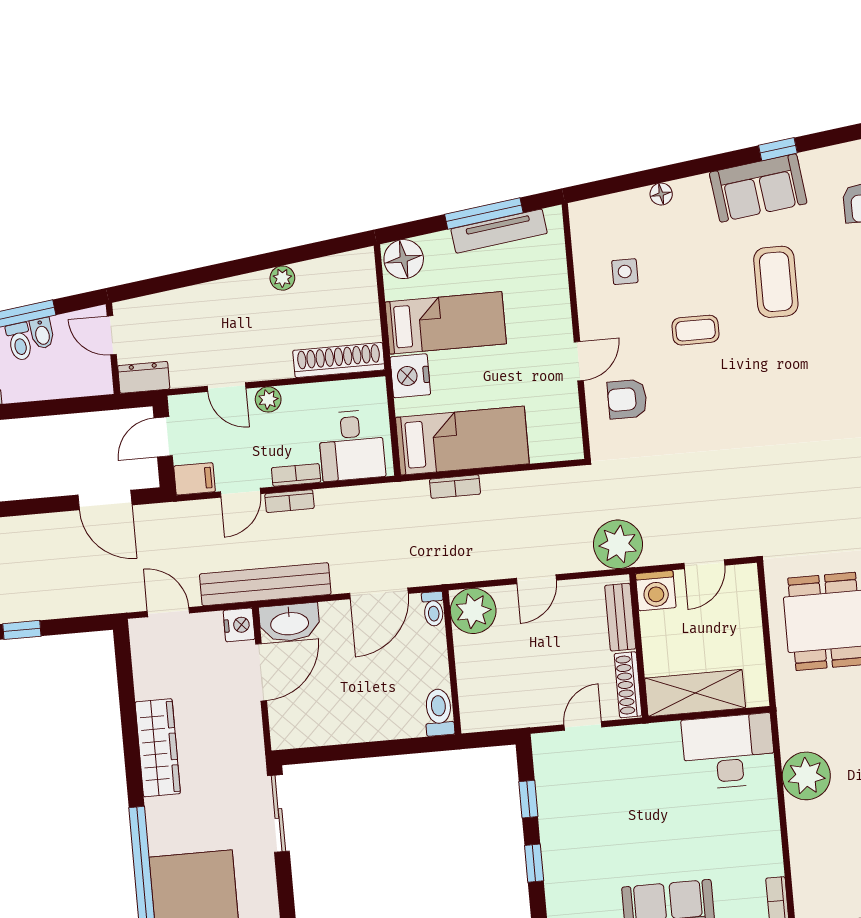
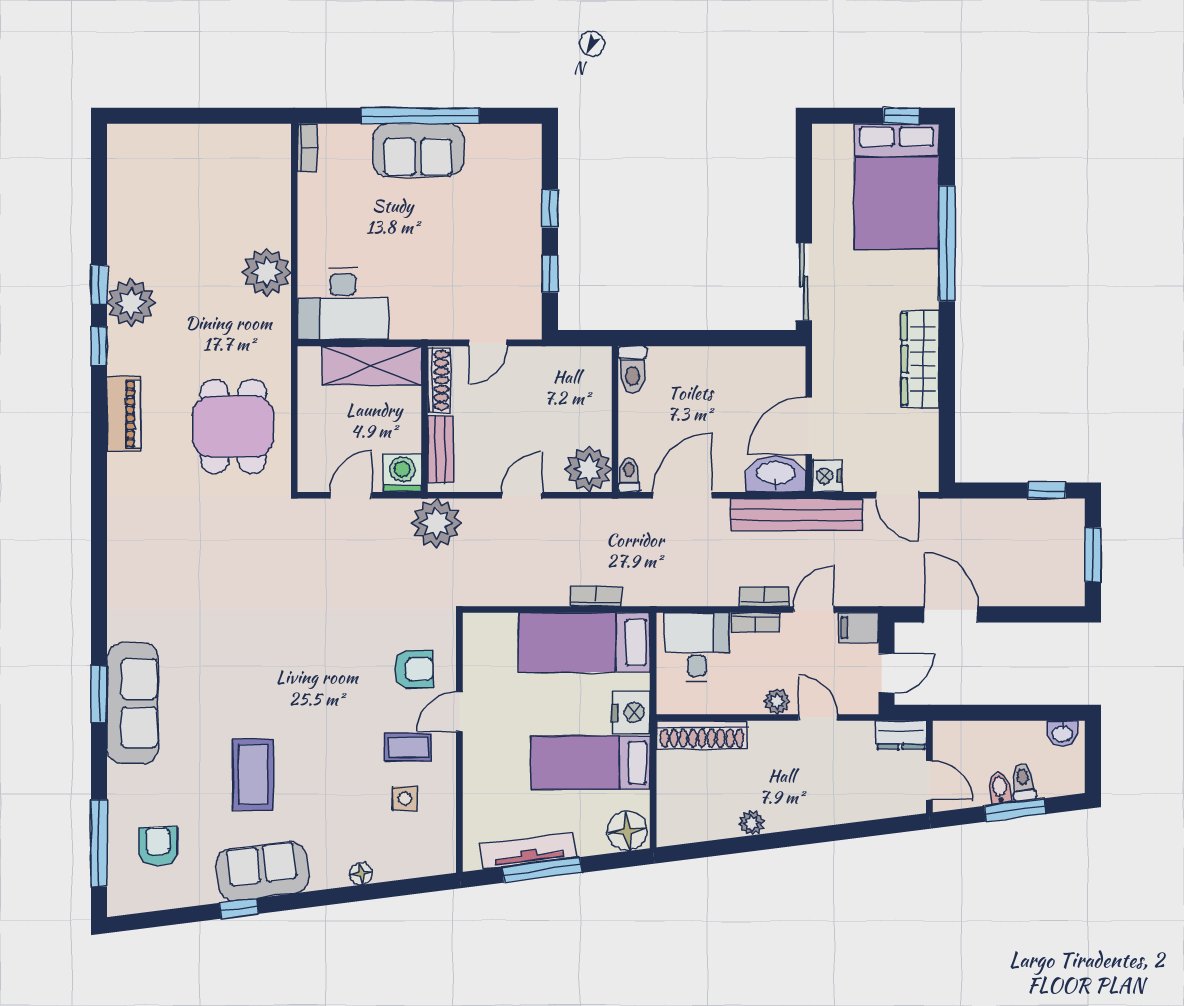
coffee table: (695, 330) -> (408, 747), moved

